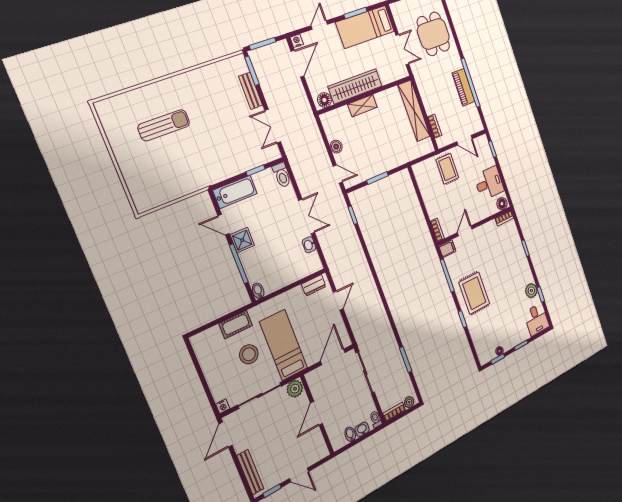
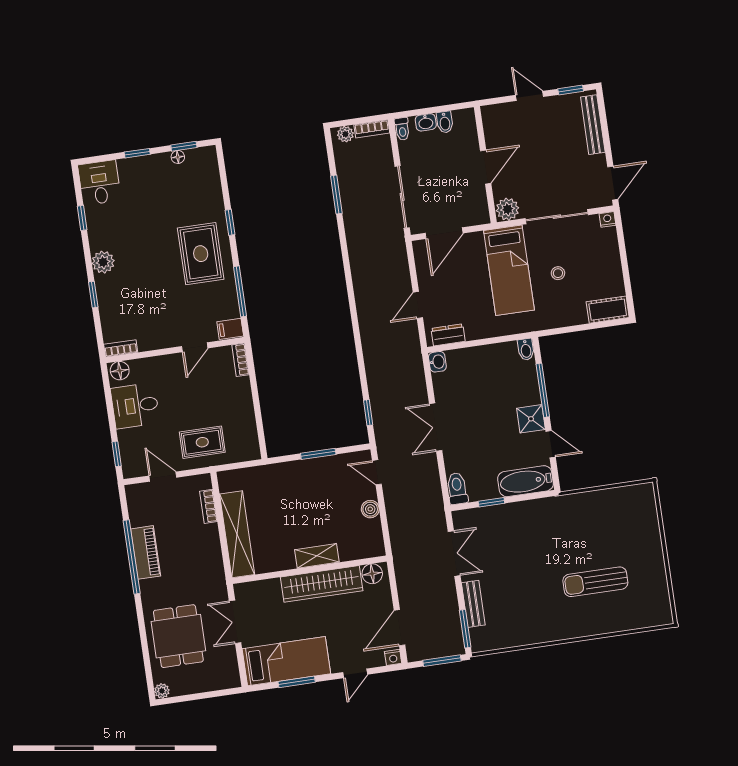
rug: (447, 169) -> (202, 442), turned 90
washbasin: (309, 245) -> (437, 362), moved
plant: (531, 291) -> (103, 262), moved
cot: (236, 325) -> (608, 310), moved
stool: (249, 354) -> (558, 273), width x0.53, depth x0.53

